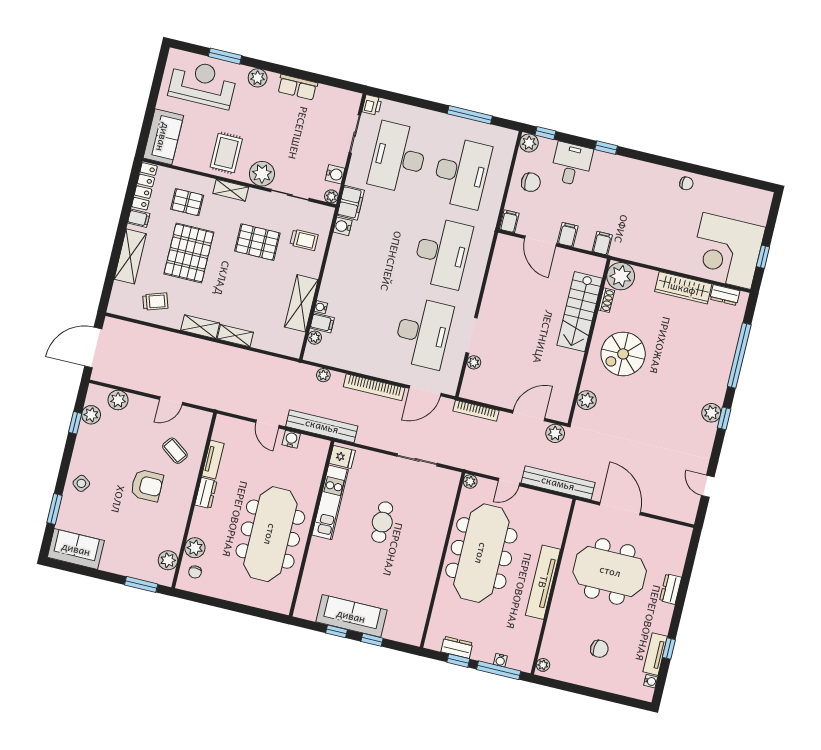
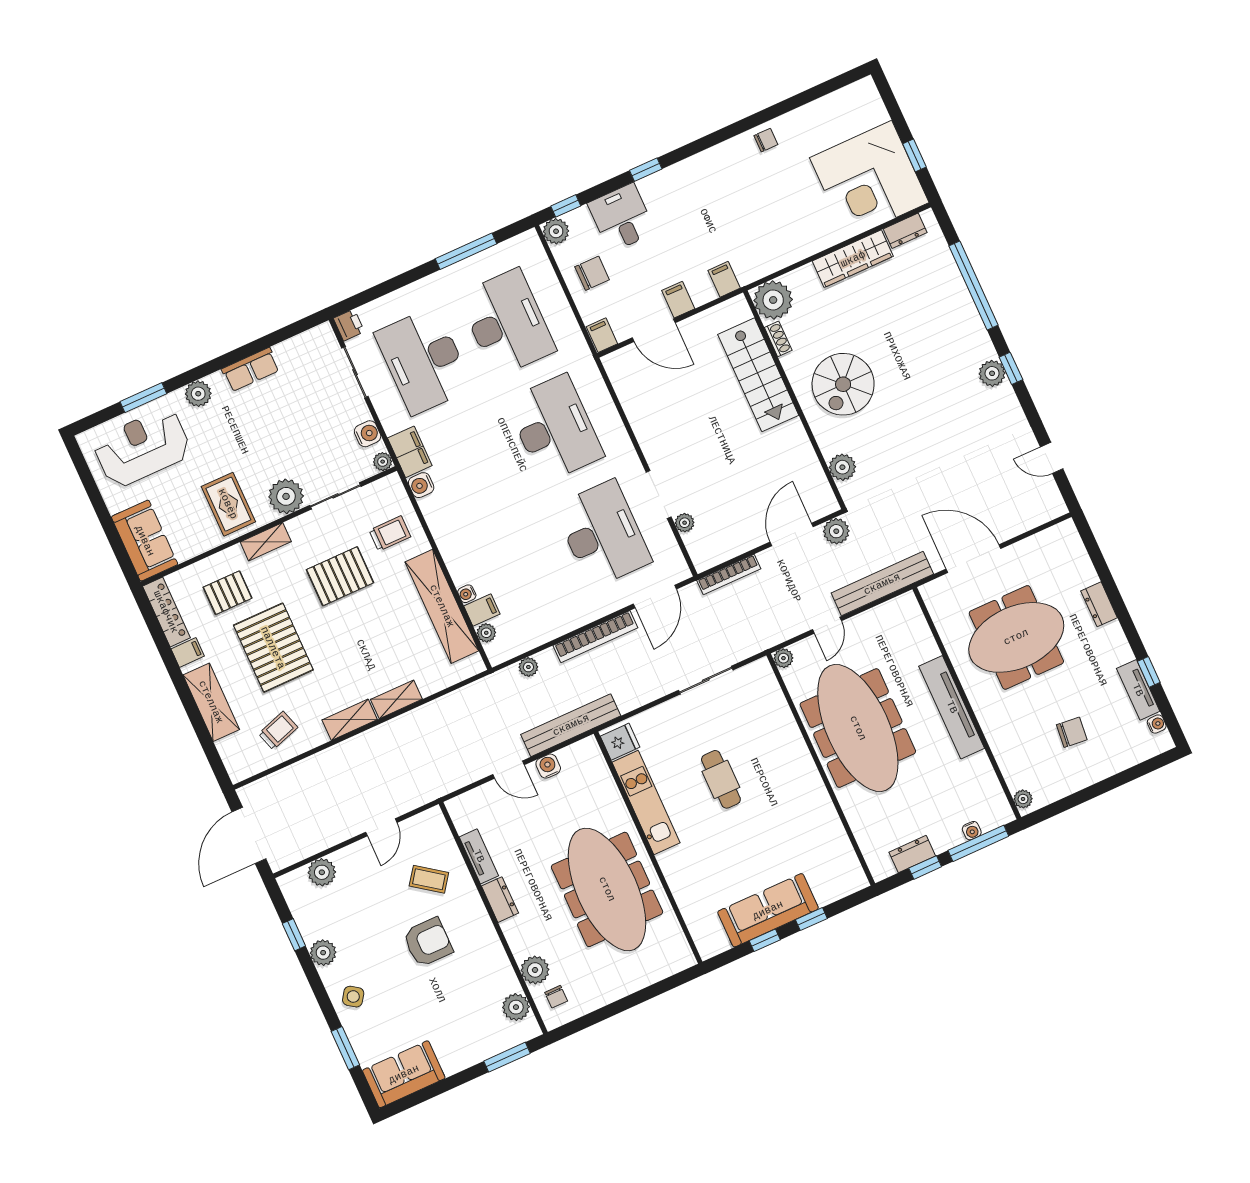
shelving: (301, 303) -> (442, 606), width x1.47
plant: (91, 415) -> (323, 953), moved

